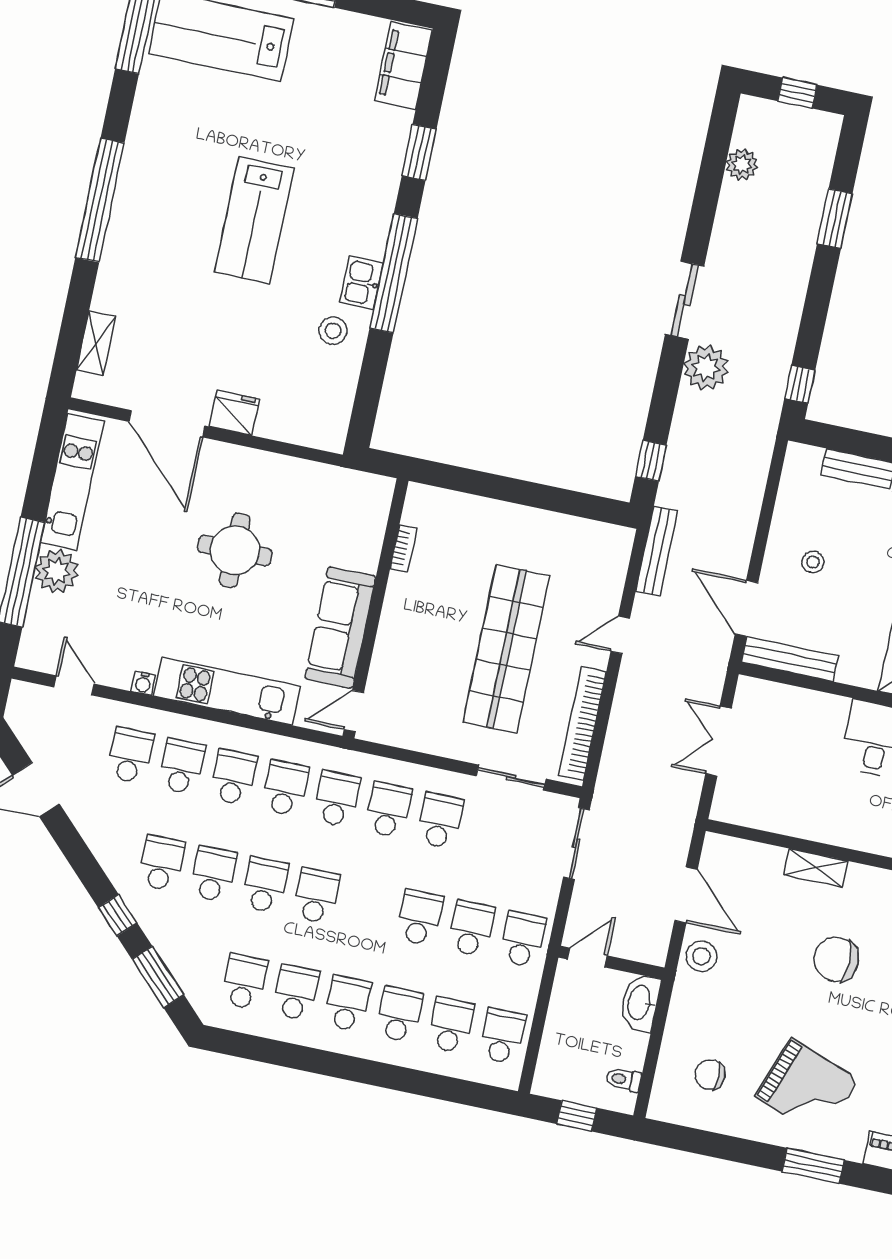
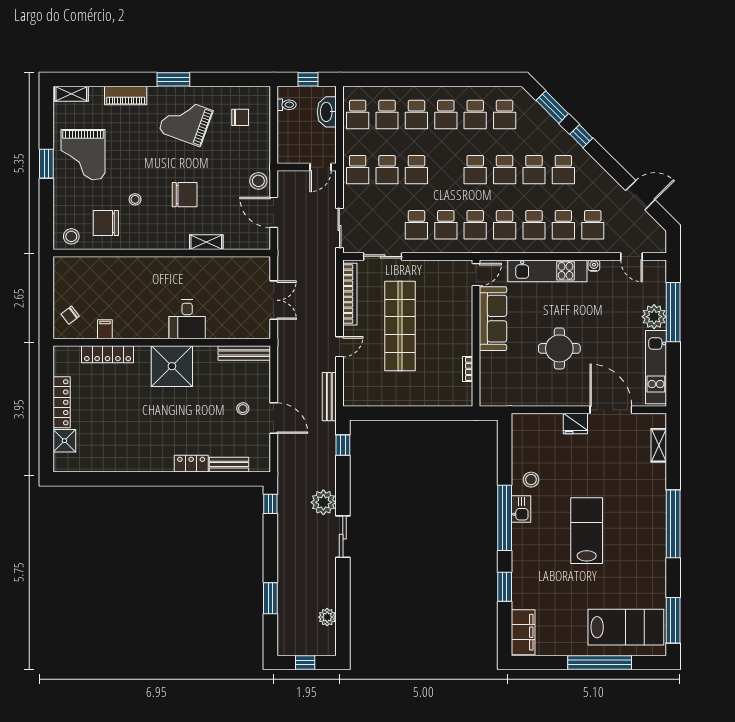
door: (746, 608) -> (274, 418), moved
washbasin: (640, 1003) -> (327, 112), moved, turned 180

